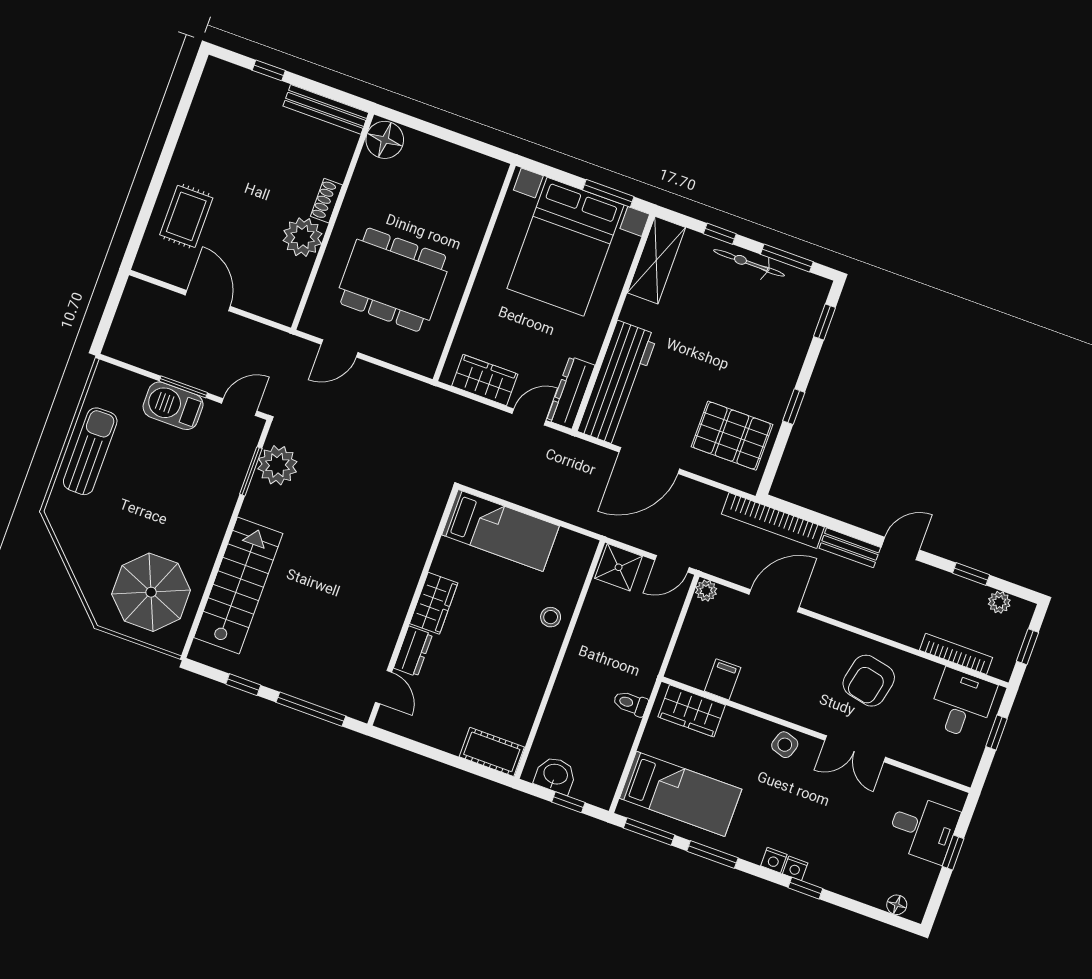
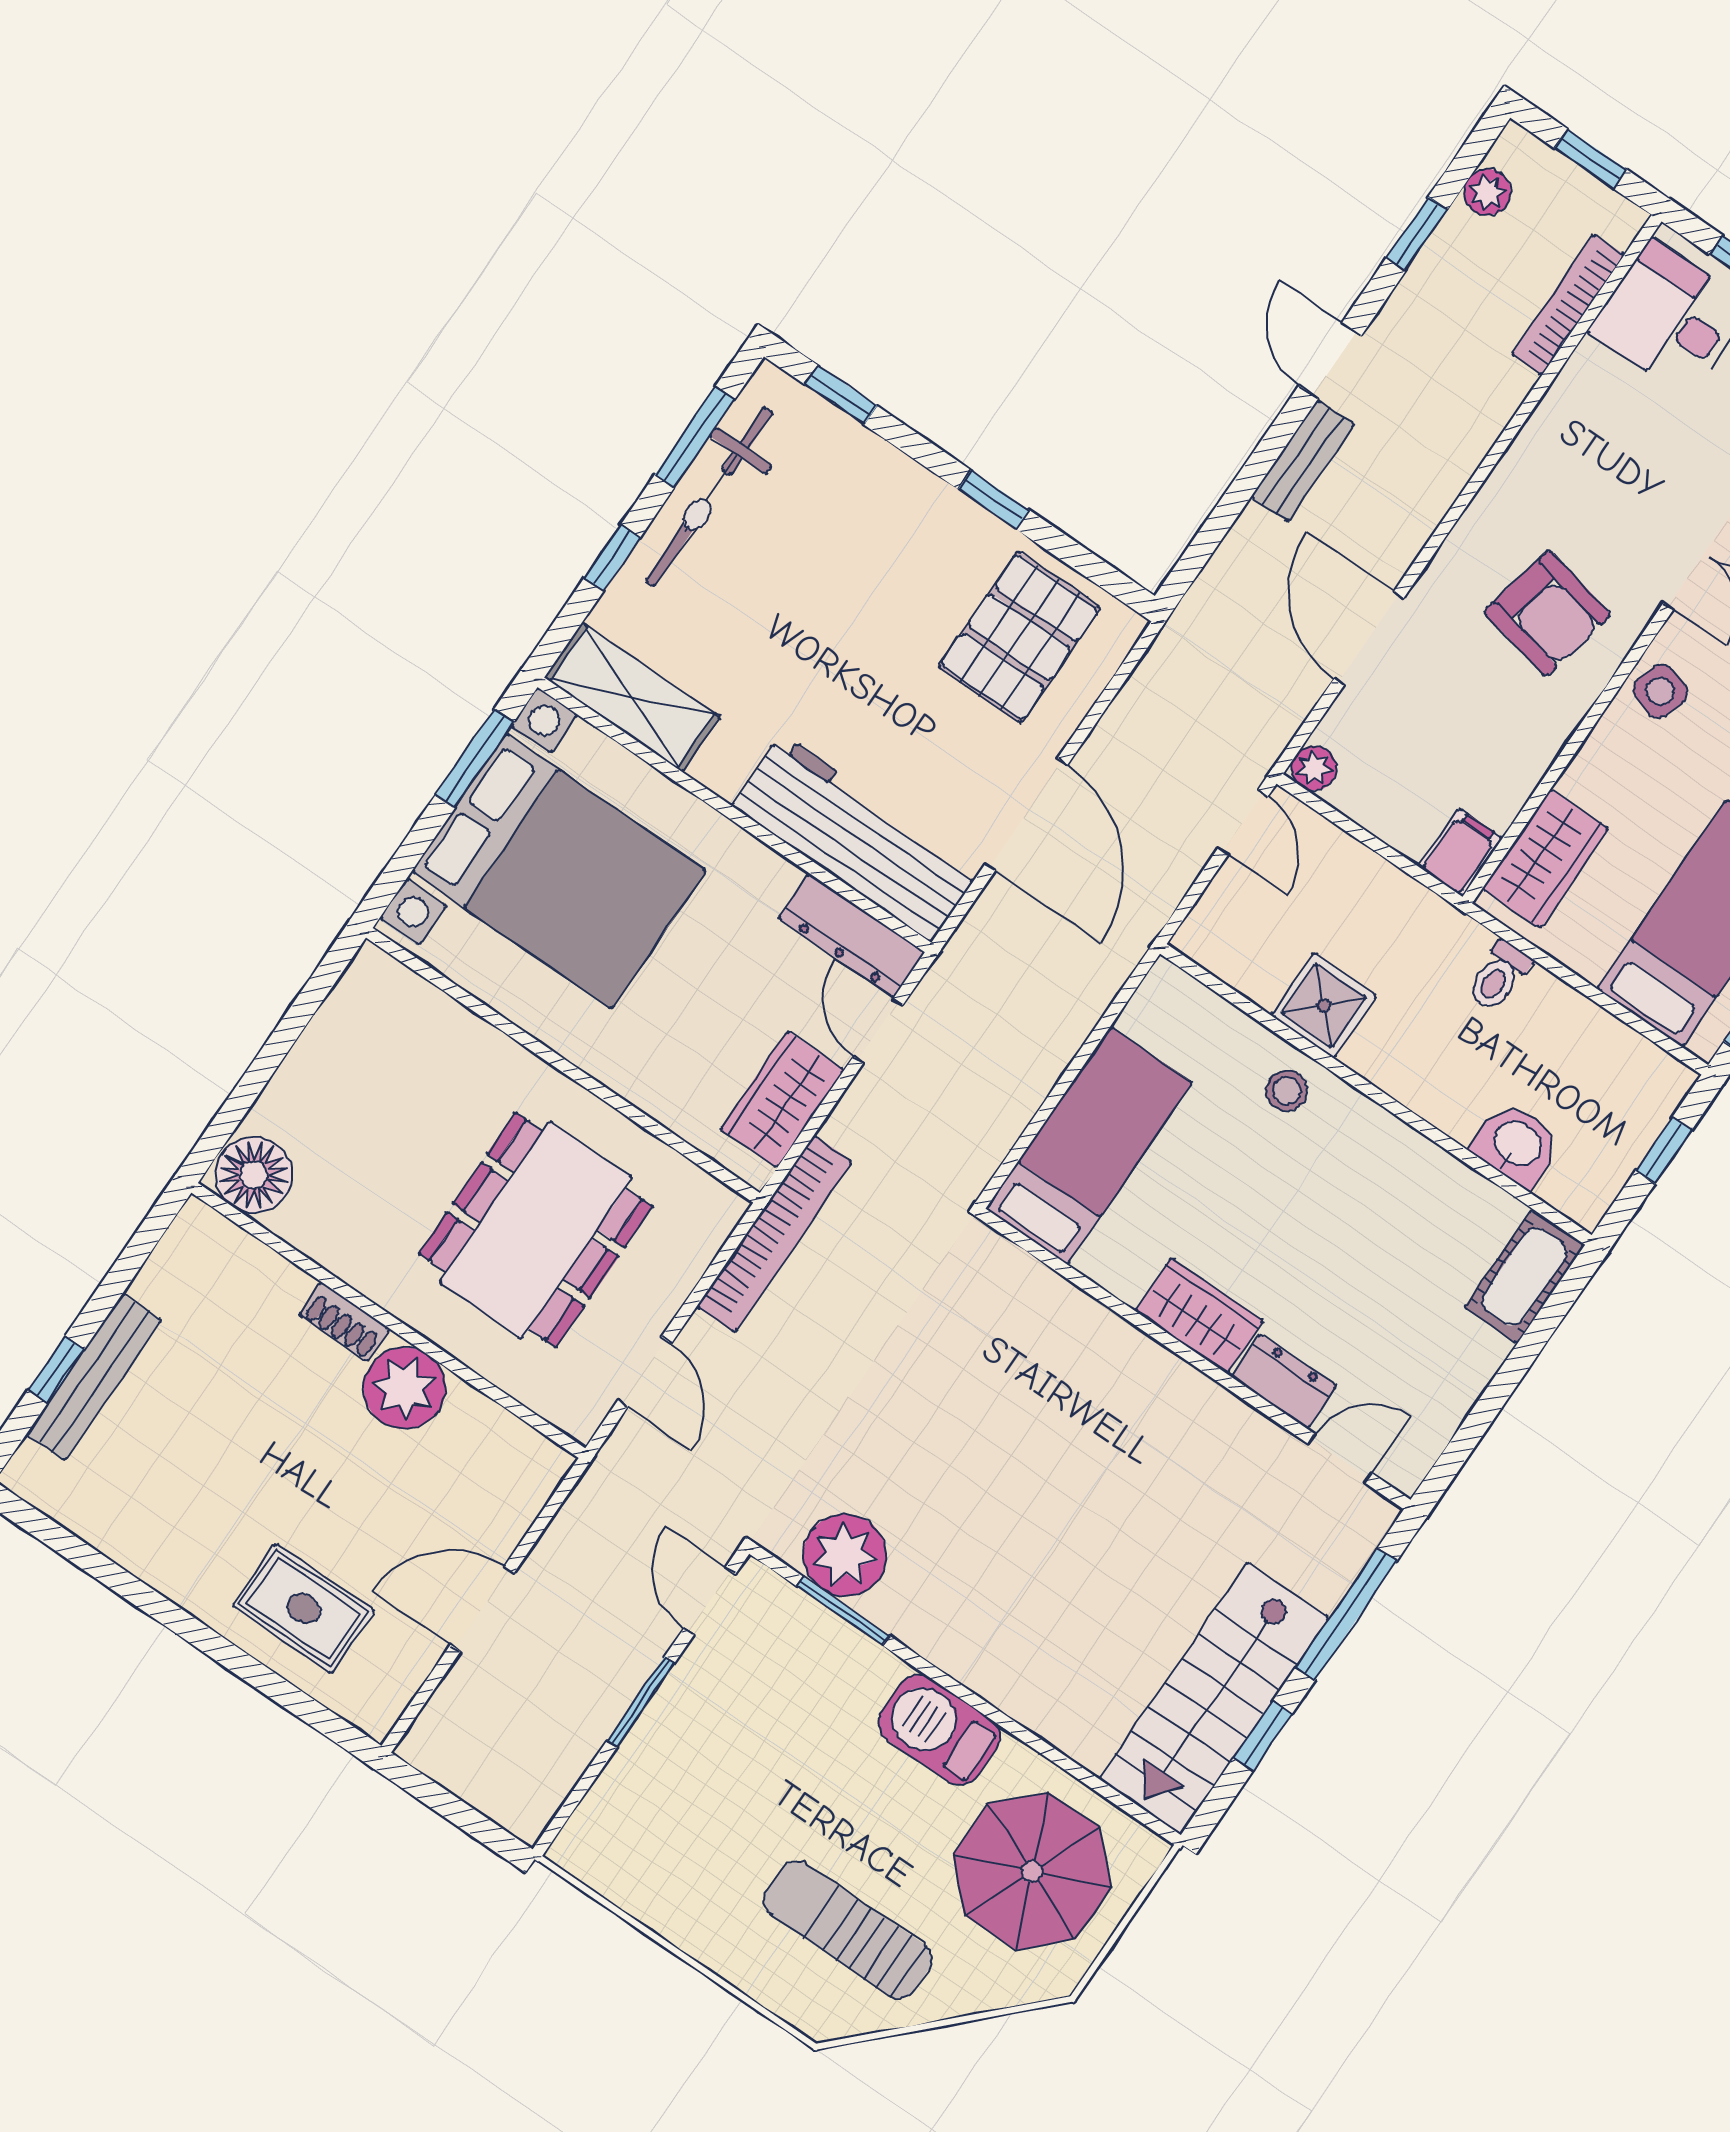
bench: (326, 109) -> (94, 1377), moved
bicycle: (749, 263) -> (709, 497), width x1.37, depth x1.40
barbecue: (173, 406) -> (939, 1730), moved, turned 90
sun lounger: (90, 451) -> (848, 1930), moved
bookcase: (773, 520) -> (775, 1234), moved
shower: (619, 567) -> (1324, 1005), moved
stairs: (238, 585) -> (1214, 1698), moved, turned -90
filing cabinet: (723, 679) -> (1461, 852), moved, turned 90
armchair: (869, 681) -> (1547, 613), moved
washbasin: (555, 775) -> (1516, 1145), moved, turned 90

